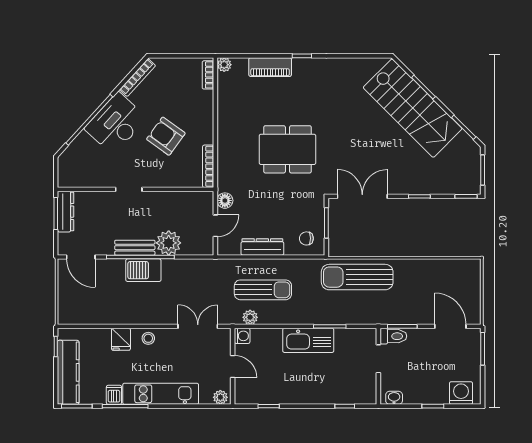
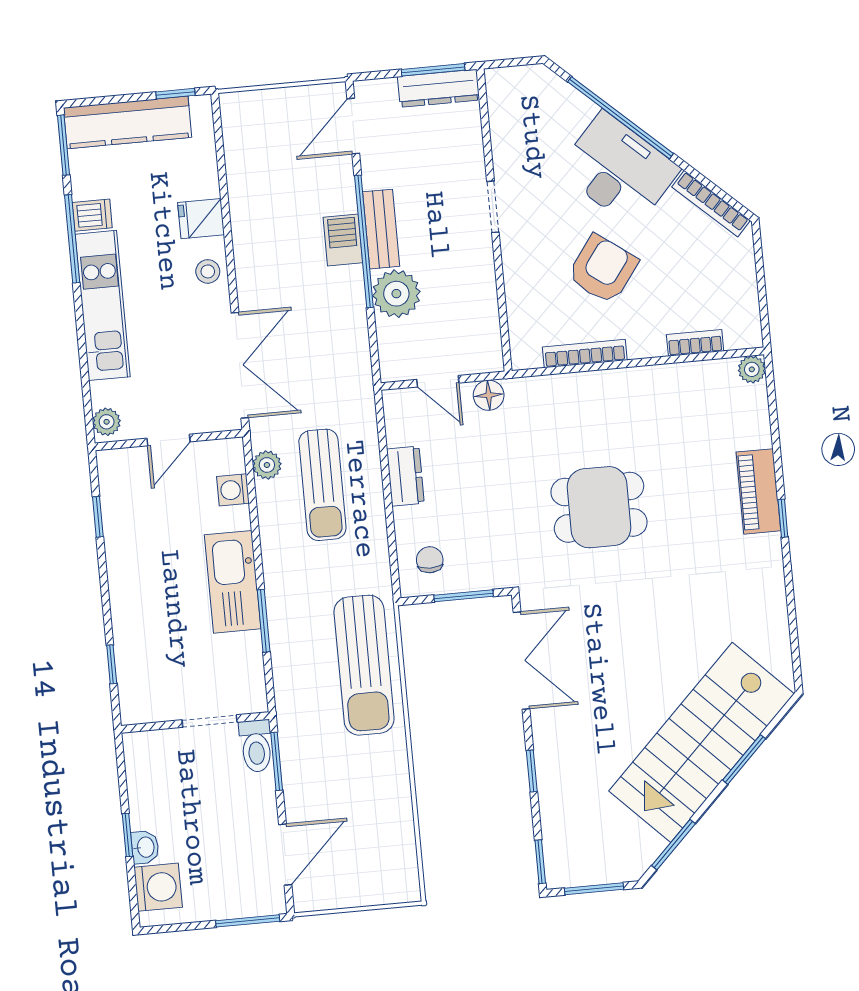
piano: (270, 67) -> (758, 491), moved
bookcase: (208, 75) -> (695, 343), moved
dining table: (287, 149) -> (599, 507), width x0.73
bookcase: (208, 166) -> (585, 354), moved
dresser: (262, 247) -> (405, 476), width x0.70
barbecue: (143, 270) -> (343, 240), width x0.73, depth x0.79
sun lounger: (357, 277) -> (364, 665), turned 180
double door: (198, 326) -> (240, 365), width x1.37
washing machine: (242, 336) -> (233, 490), moved, turned 90
washbasin: (394, 398) -> (145, 847), moved

